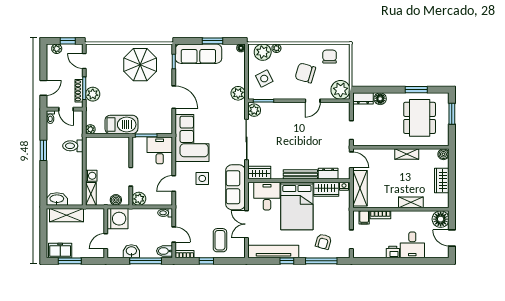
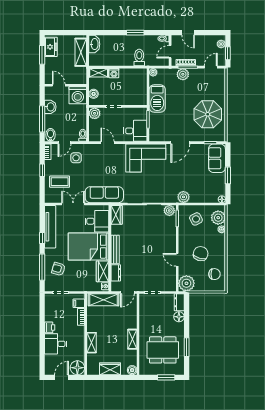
sofa: (198, 54) -> (217, 158), width x0.73
side table: (202, 178) -> (76, 158), moved

